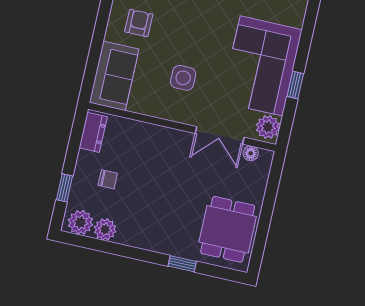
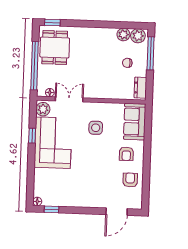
window: (65, 188) -> (151, 53), width x2.17
window: (268, 205) -> (35, 66), added
window: (182, 264) -> (52, 23), moved

